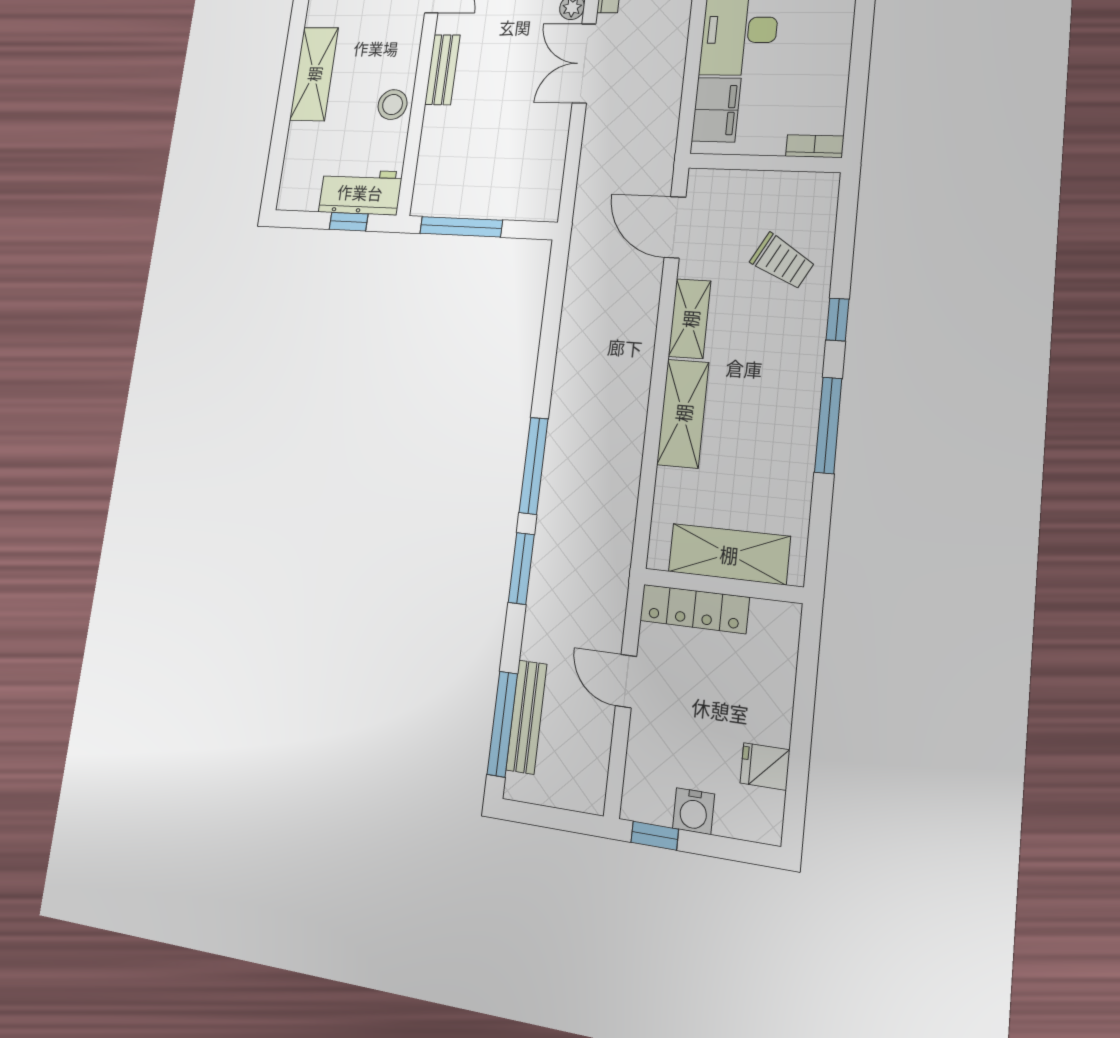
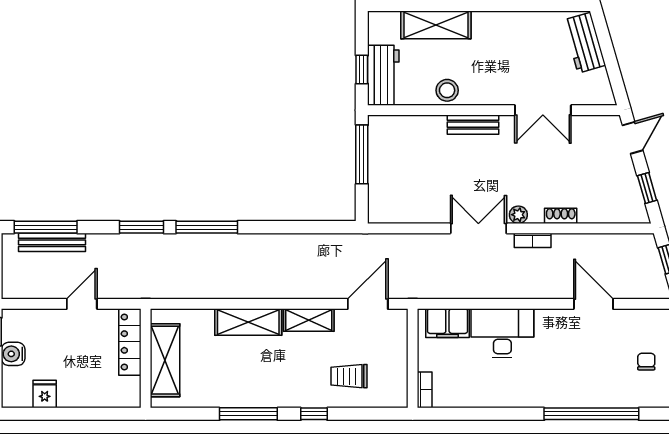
shelving: (314, 74) -> (436, 25), moved
trolley: (782, 261) -> (349, 376), turned 61

